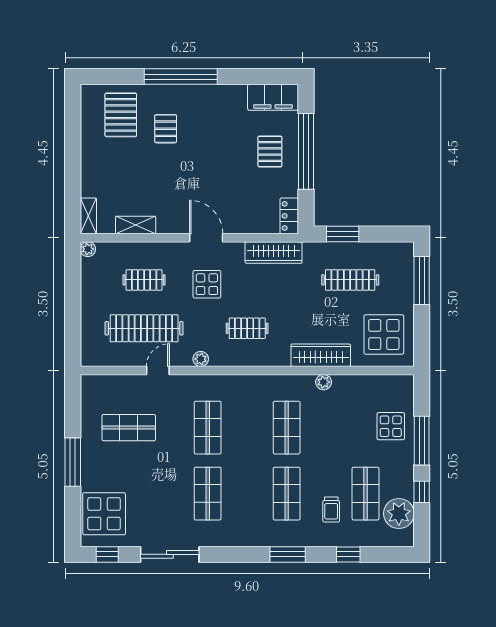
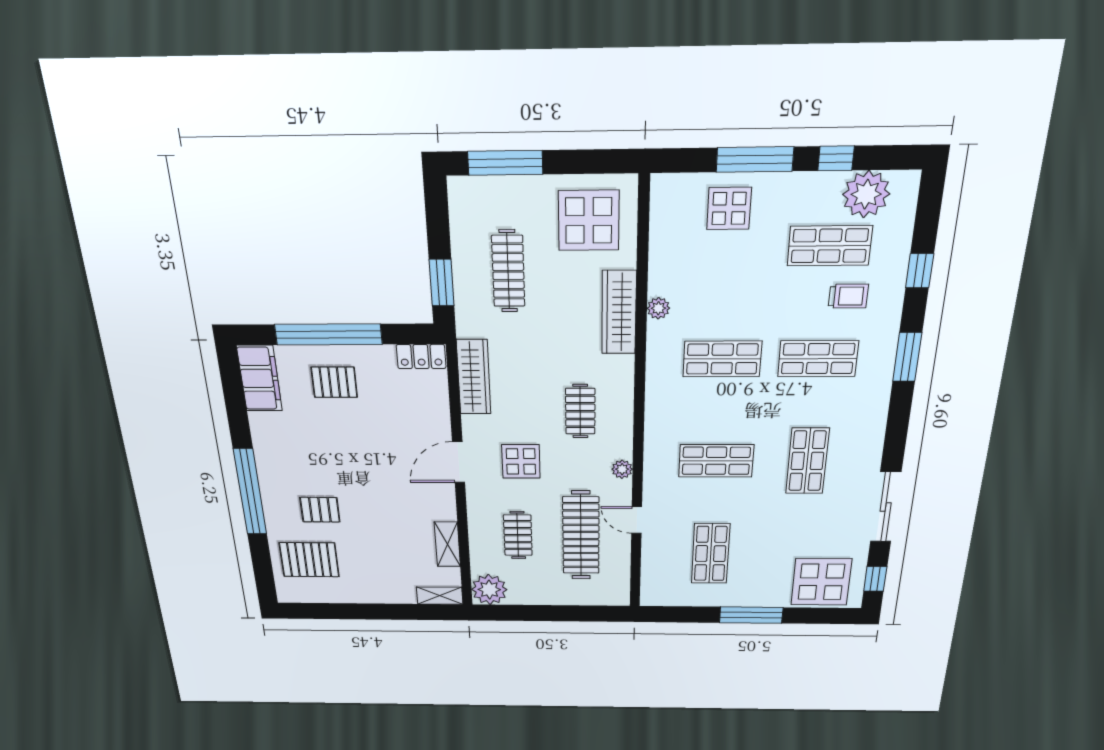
plant: (88, 249) -> (489, 590), width x1.88, depth x1.88
shop shelf: (208, 494) -> (807, 461), turned 90

